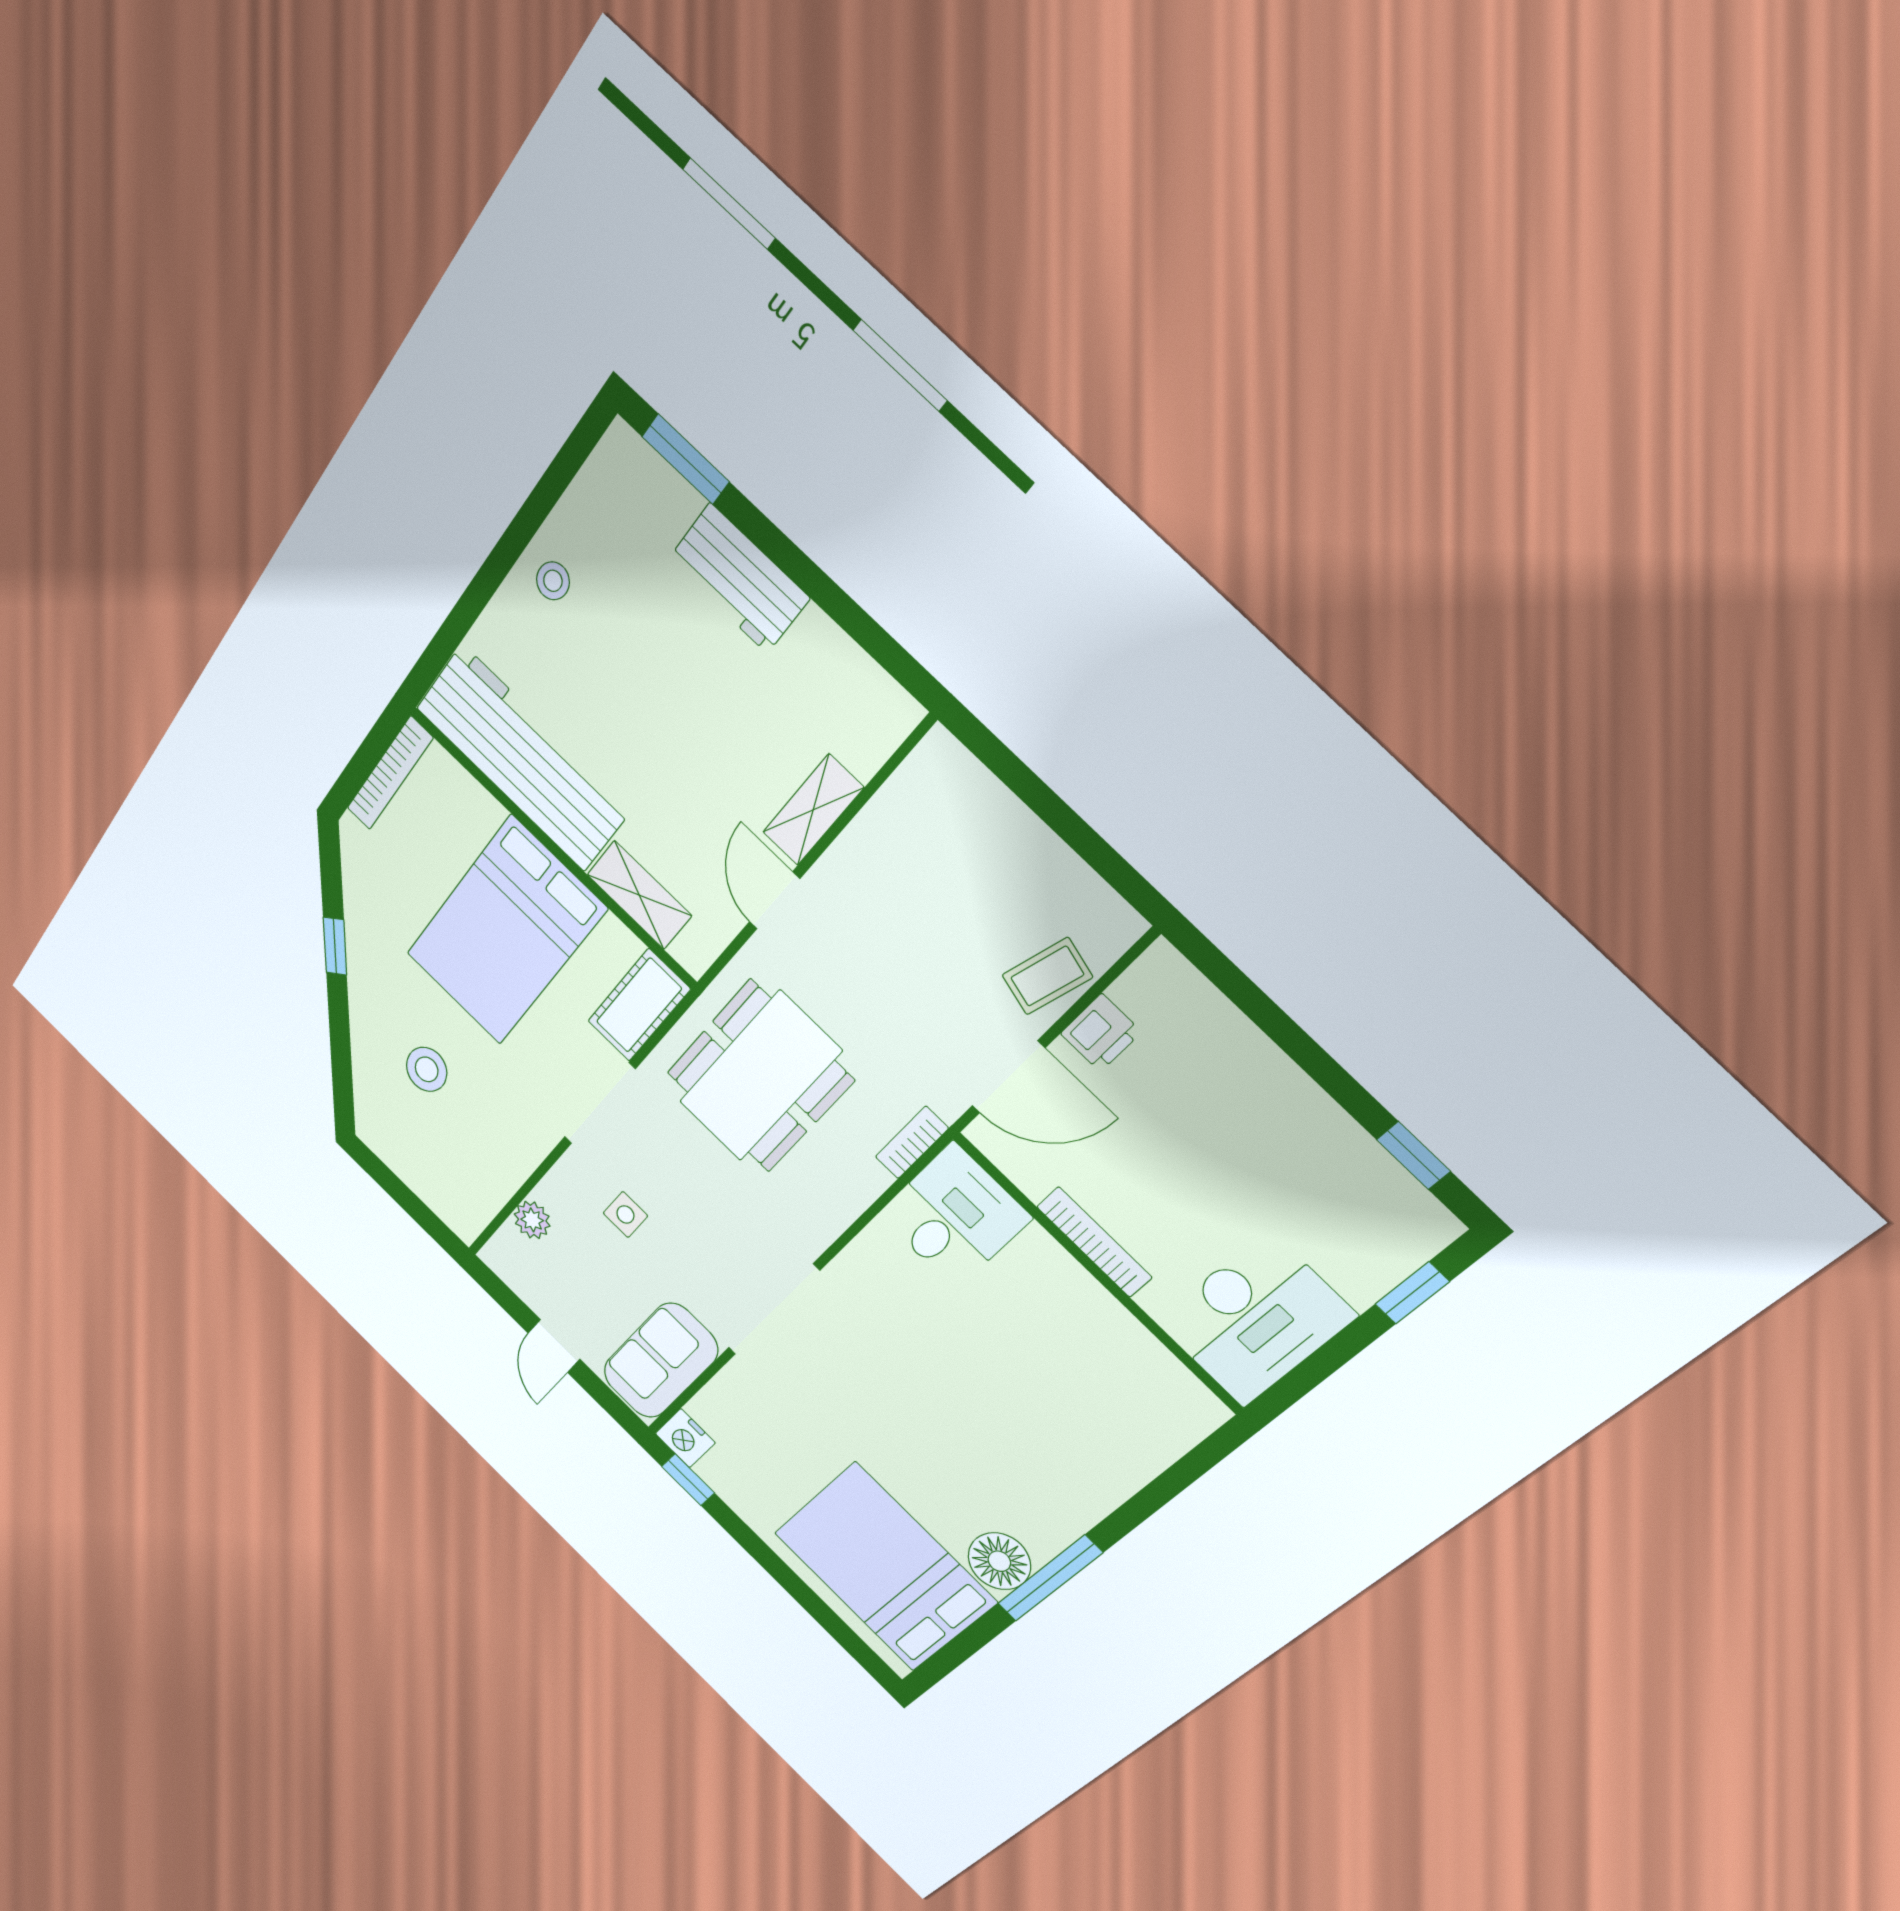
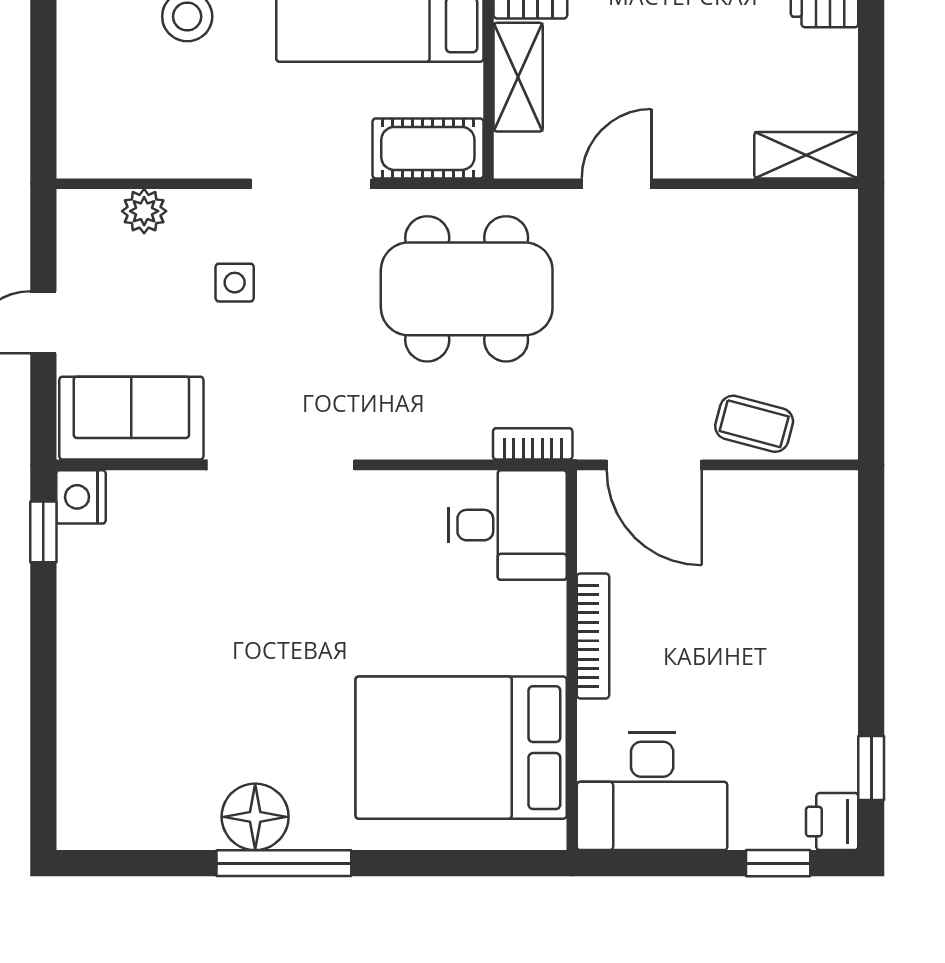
shelving: (813, 810) -> (806, 155), moved
printer: (1101, 1033) -> (832, 822), moved, turned 90
bed: (885, 1567) -> (461, 748), moved, turned -90

